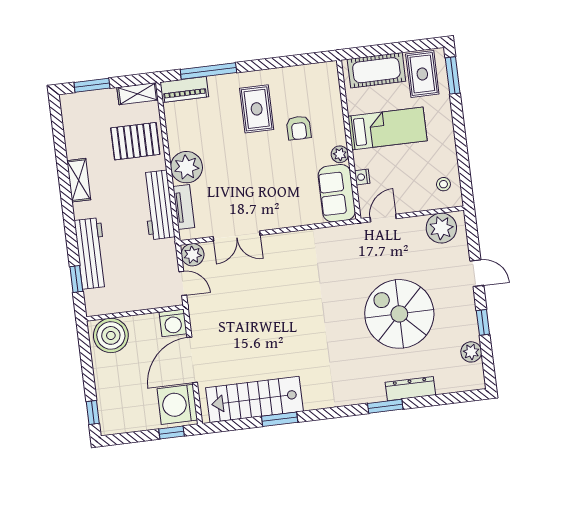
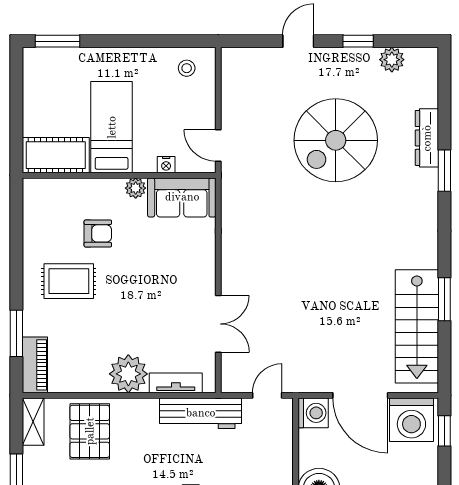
cot: (376, 70) -> (56, 155), moved, turned 90
window: (208, 71) -> (16, 333), width x0.69
rug: (422, 74) -> (51, 77), removed
workbench: (158, 205) -> (201, 413), moved
plant: (441, 228) -> (239, 77), removed
plant: (193, 255) -> (234, 379), removed

